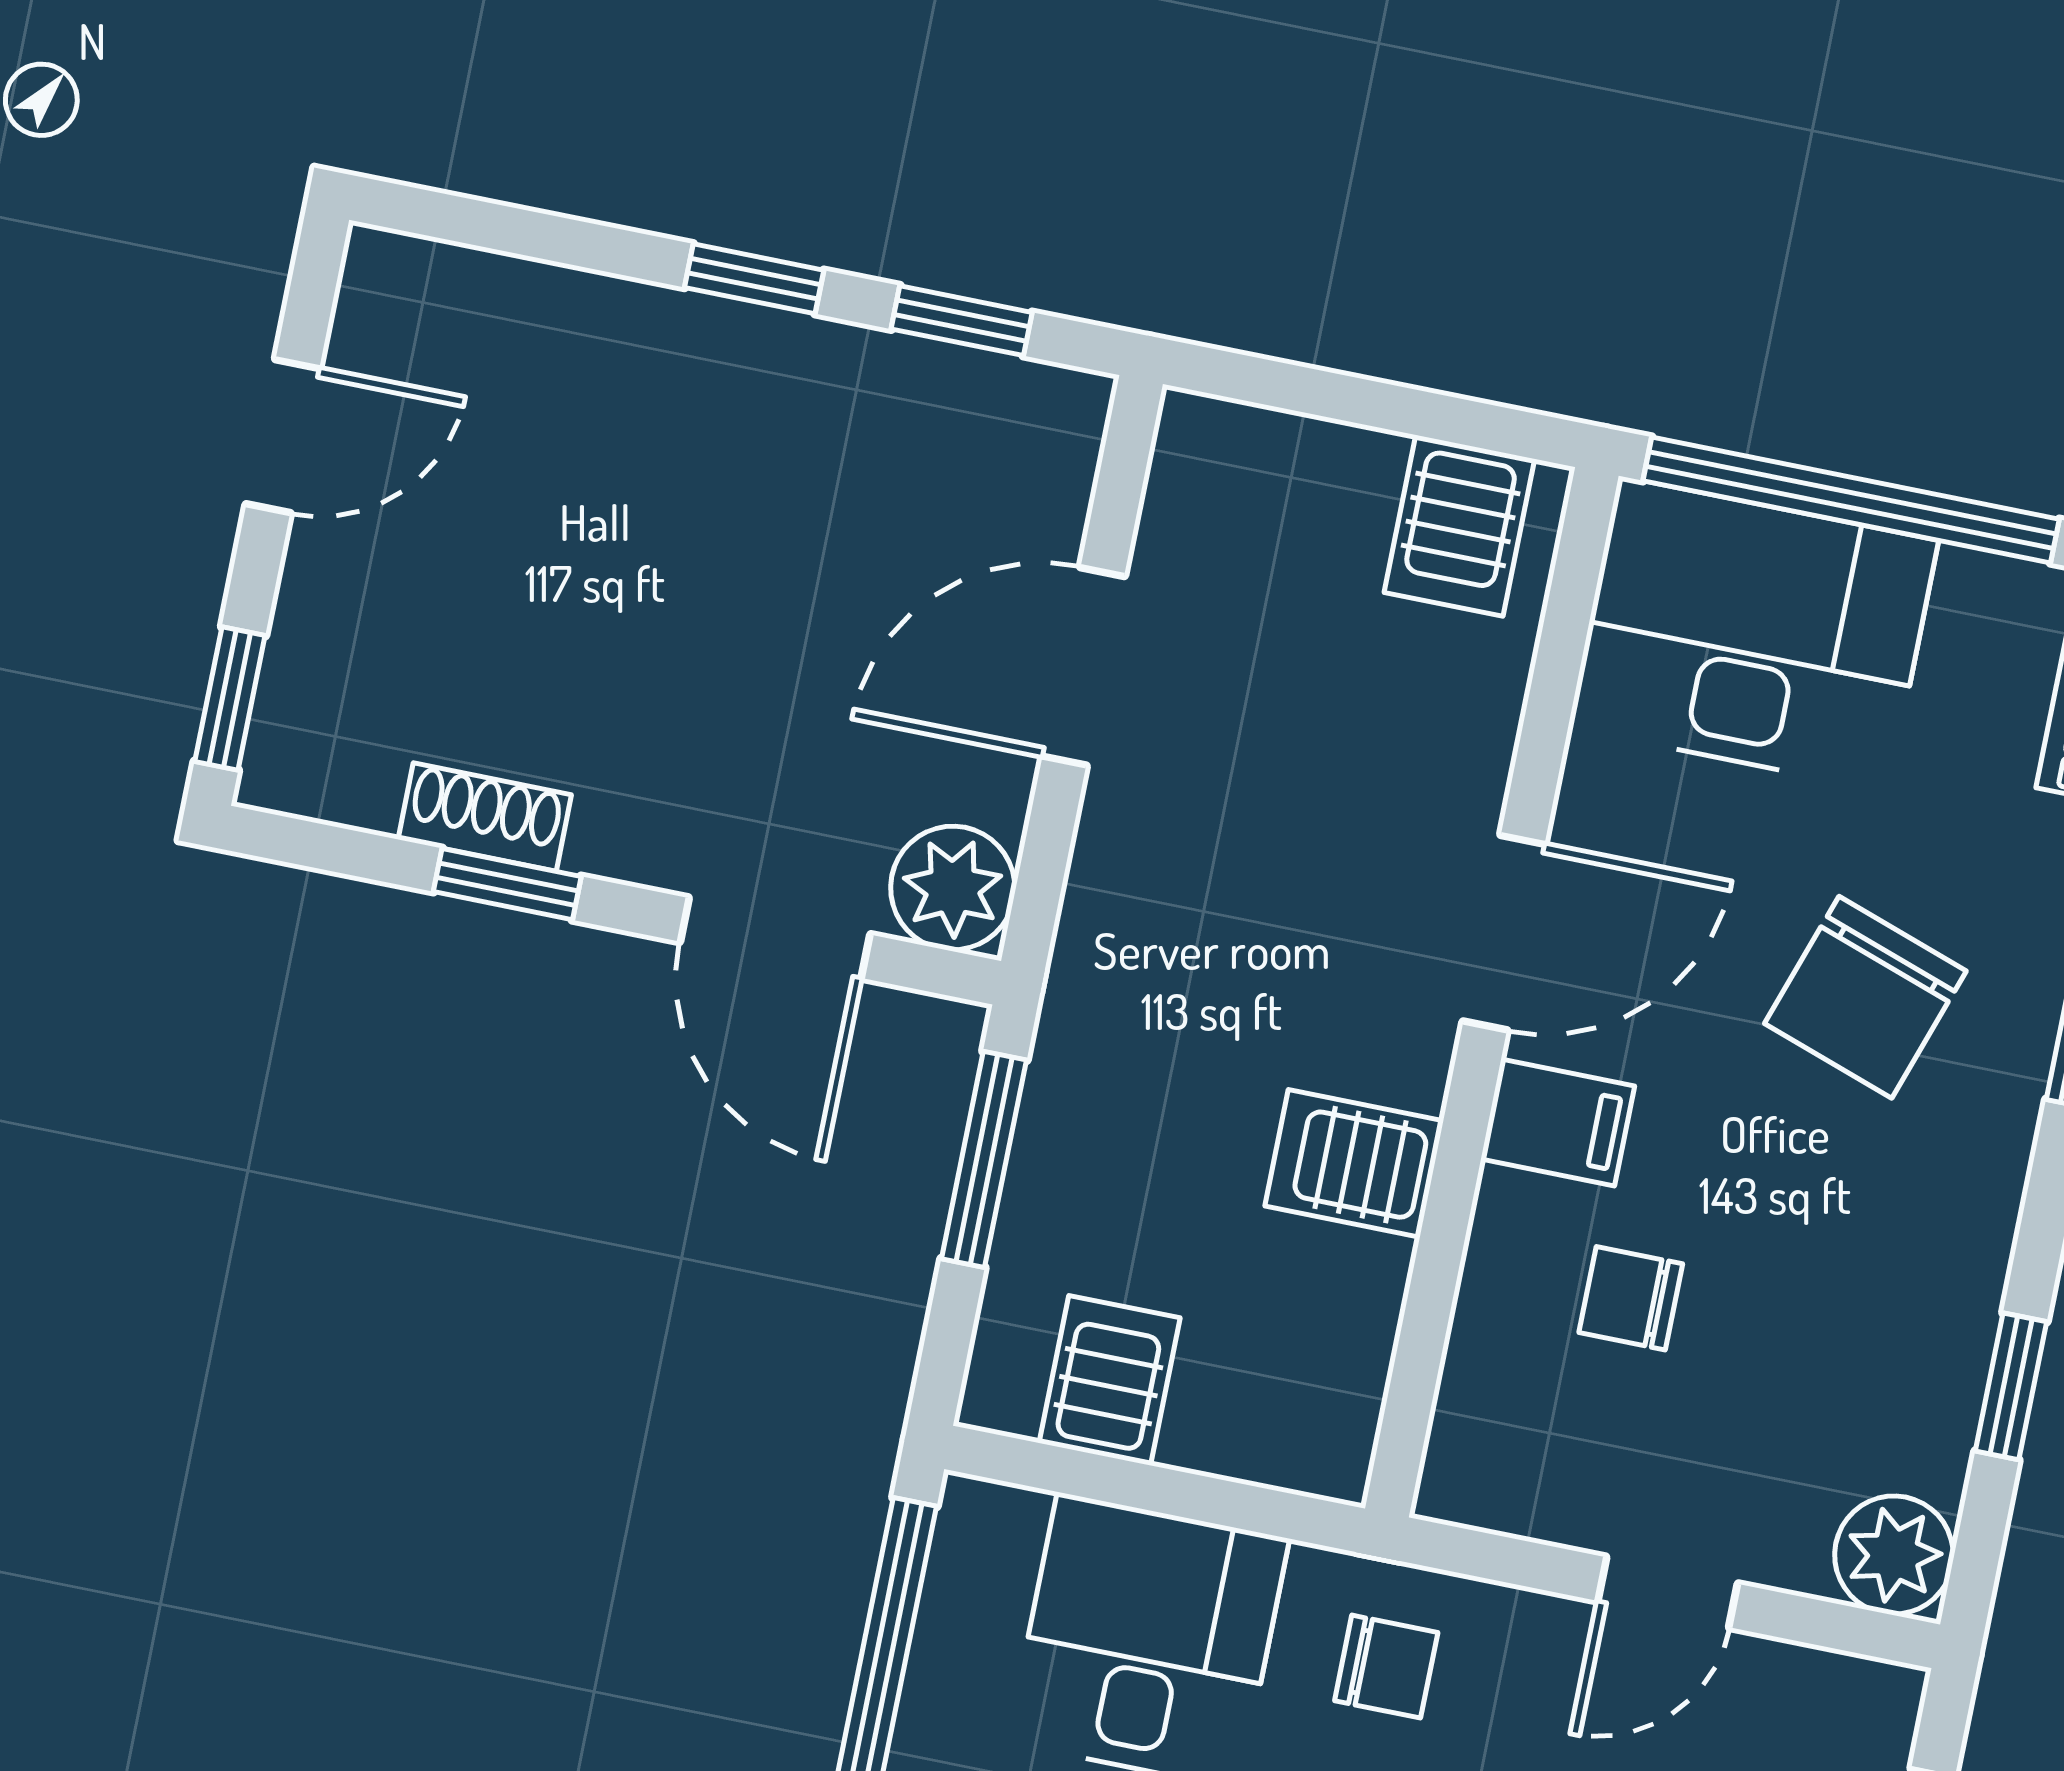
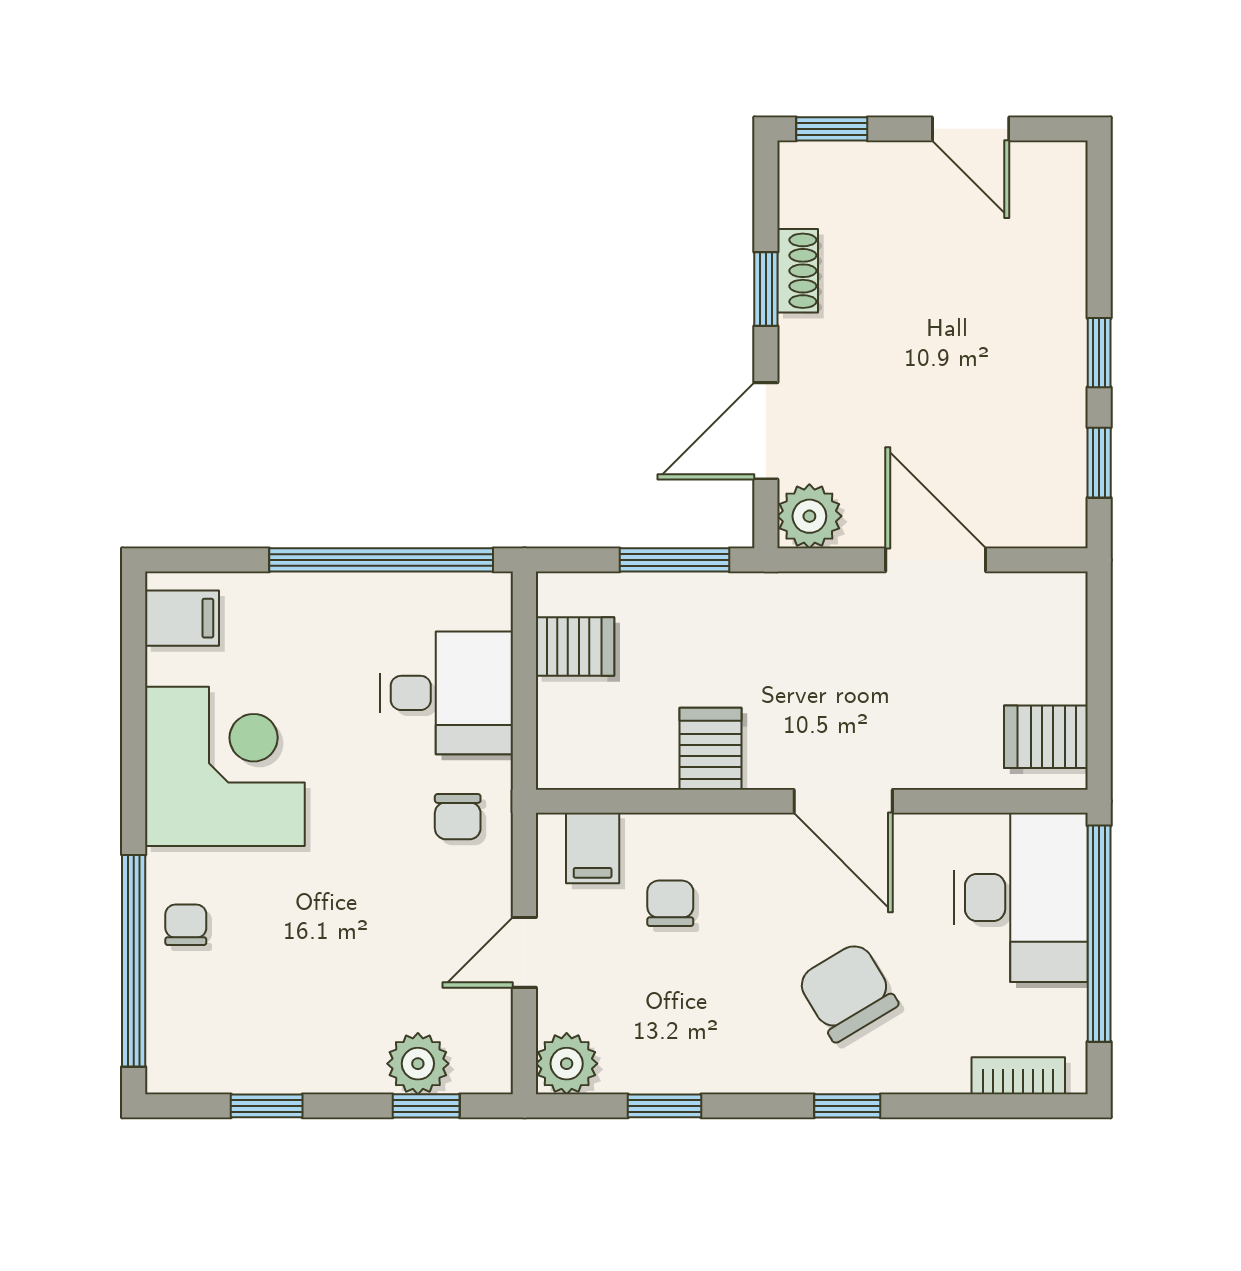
chair: (1865, 997) -> (848, 992), turned 40
filing cabinet: (1558, 1122) -> (593, 848), moved
door: (1668, 1592) -> (524, 952), hinge flipped

